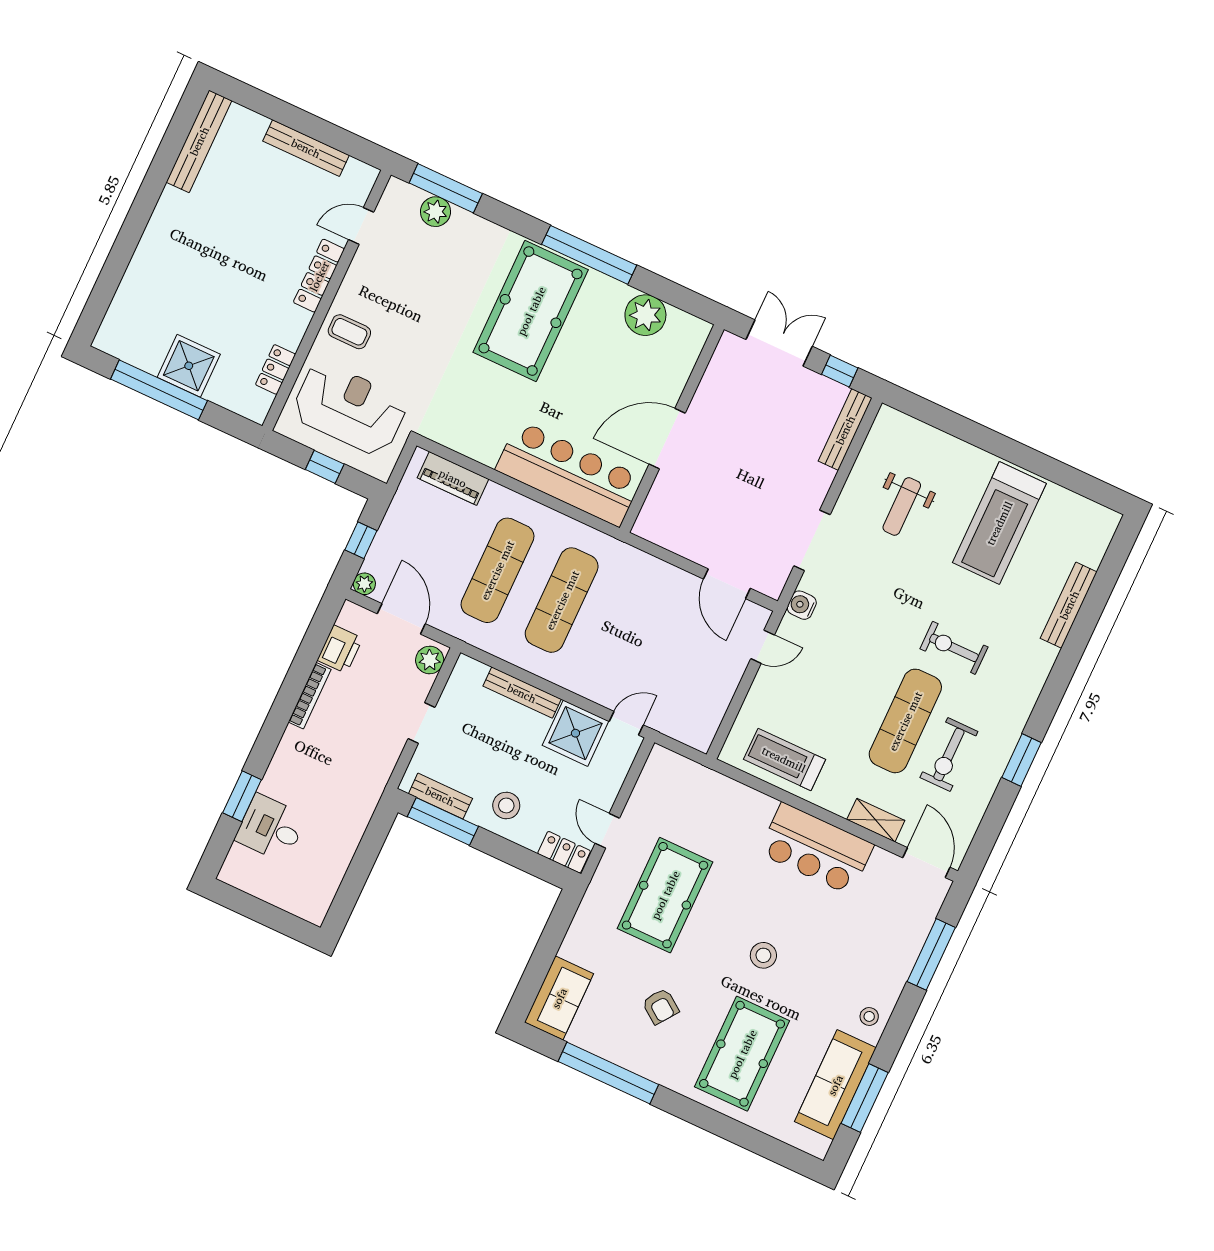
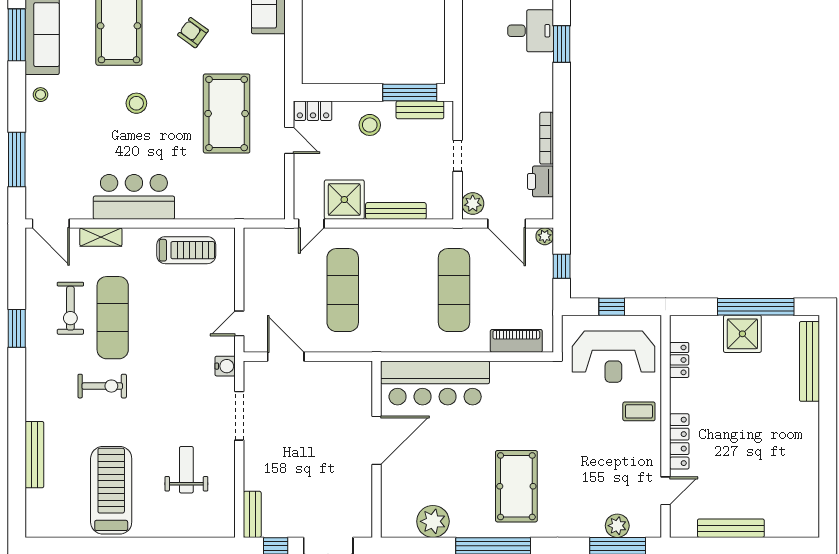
bench: (199, 141) -> (809, 361), moved
pool table: (531, 311) -> (516, 486), width x0.73, depth x0.76
bench: (845, 430) -> (252, 514), width x0.73
exercise mat: (562, 600) -> (343, 290), moved
exercise bike: (949, 755) -> (70, 308), turned 180

